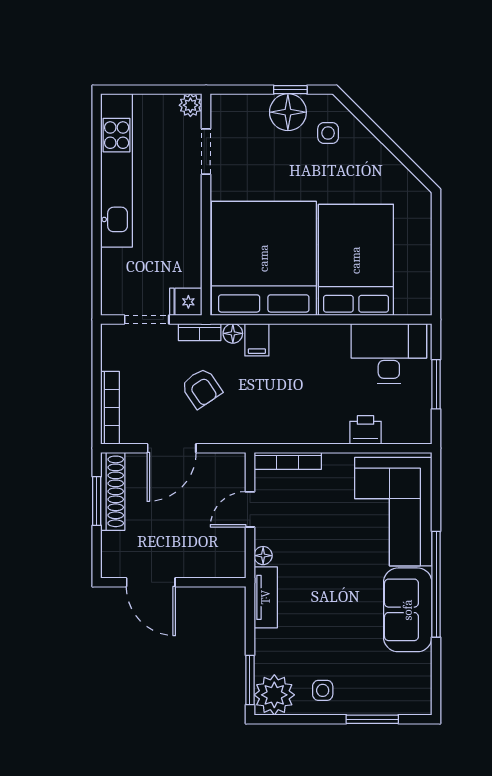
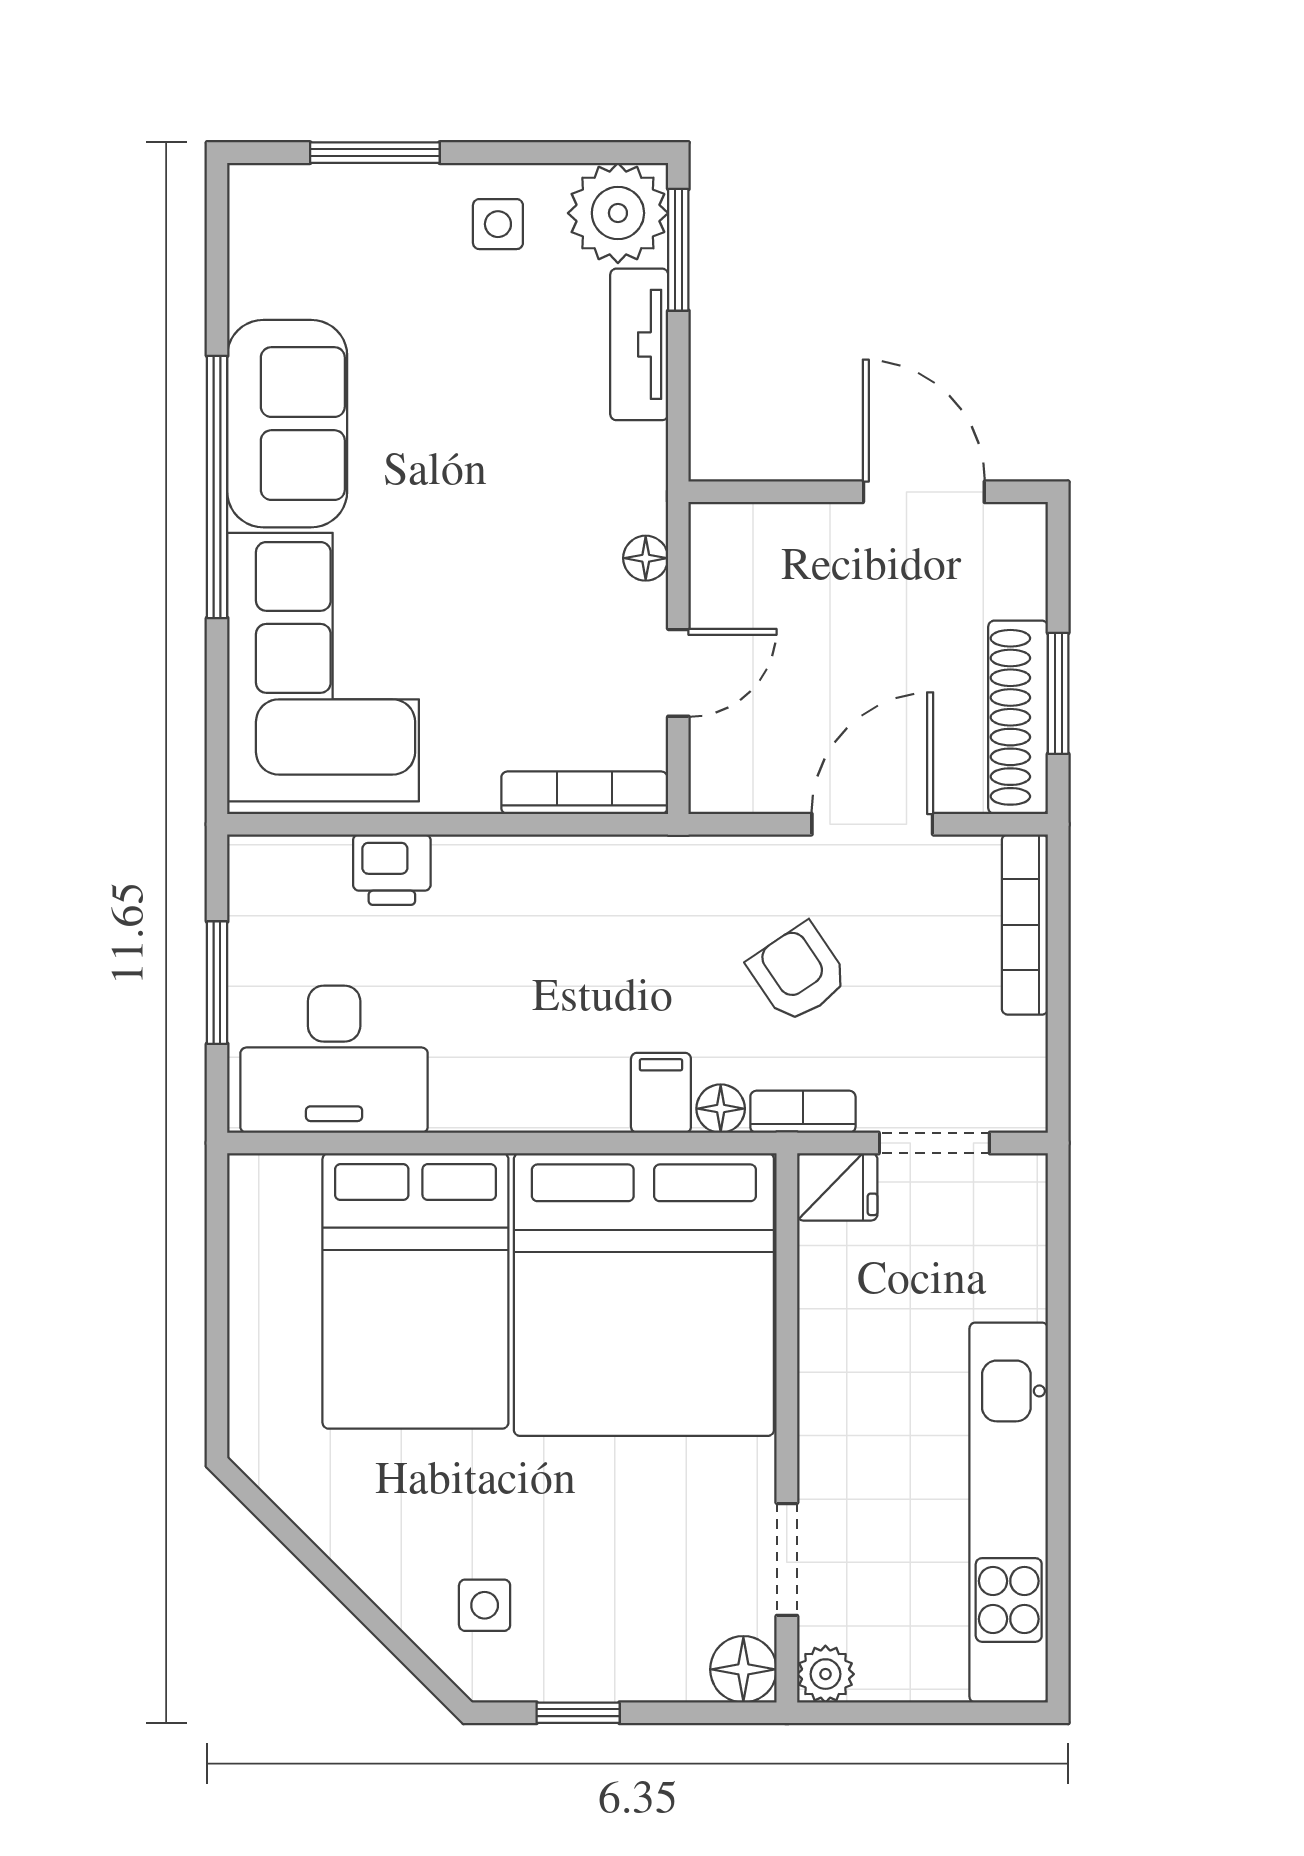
floor lamp: (288, 112) -> (743, 1669), moved, width x0.73, depth x0.73
tv unit: (266, 597) -> (639, 344), moved

